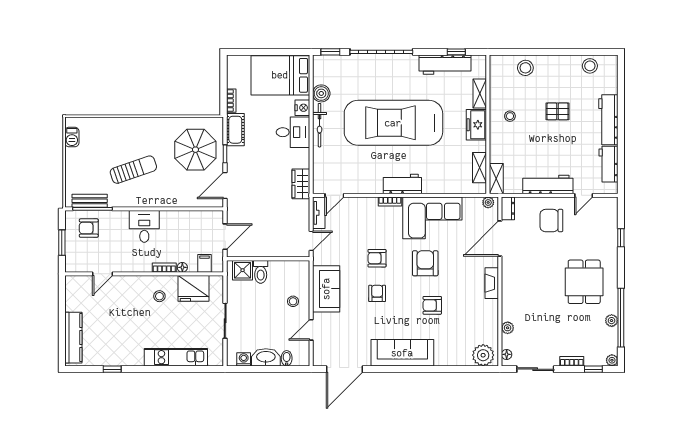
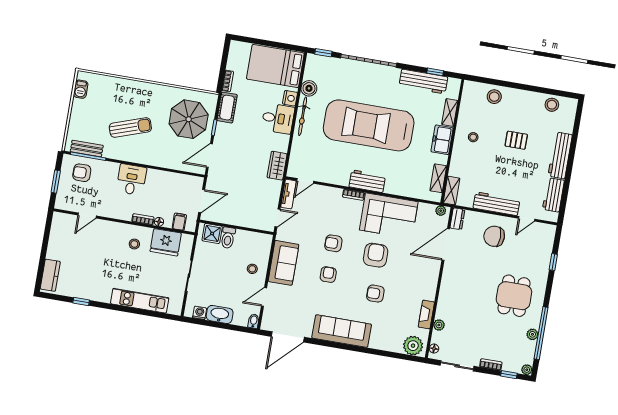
fireplace: (492, 283) -> (426, 314), moved
kitchen counter: (73, 338) -> (50, 275), width x0.67
bidet: (287, 358) -> (254, 321), moved

